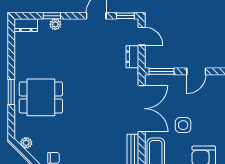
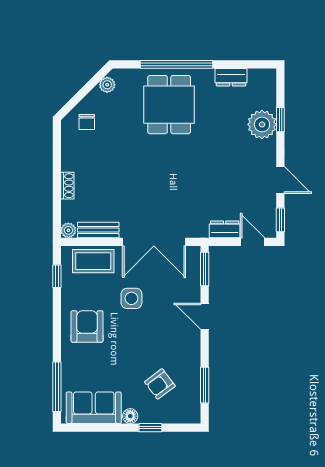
plant: (55, 24) -> (262, 124), width x1.88, depth x1.88
dresser: (26, 25) -> (231, 77), moved, turned -90
door: (142, 36) -> (253, 242), swing flipped
window: (11, 92) -> (177, 64), width x2.11

